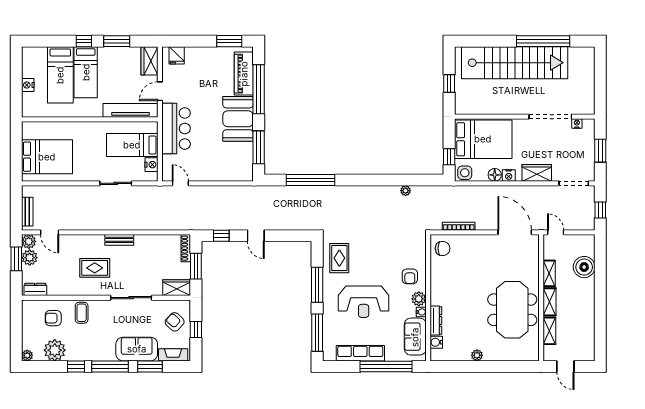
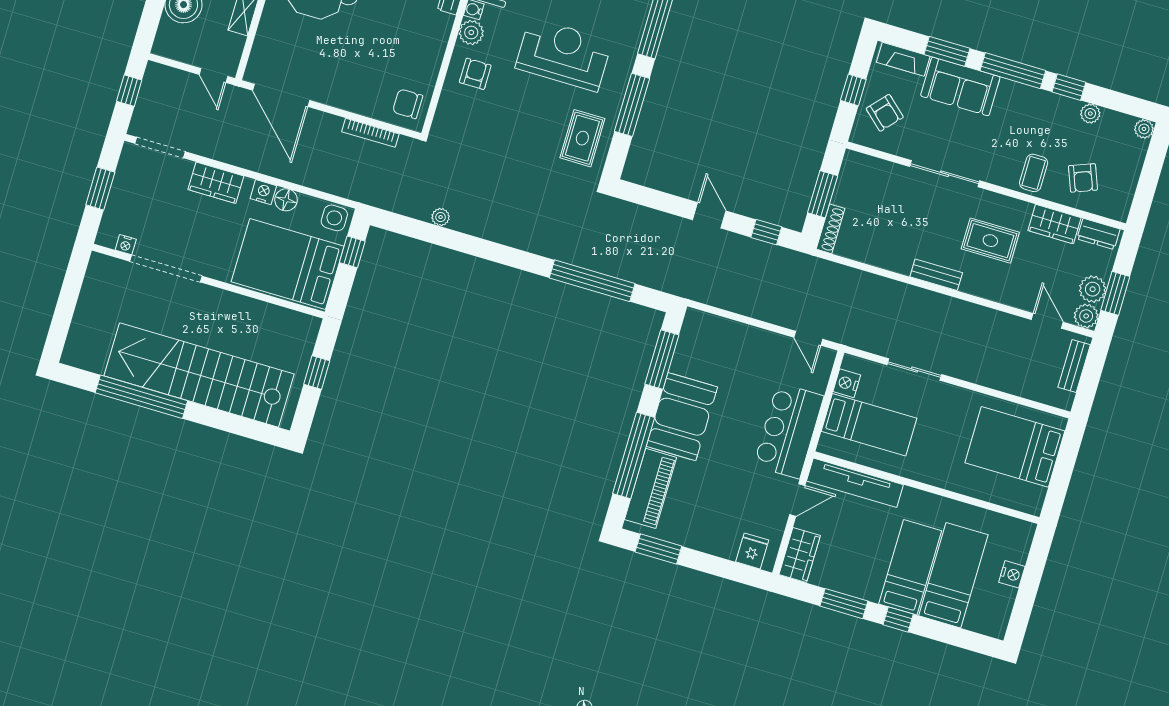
wardrobe: (177, 288) -> (1055, 224), moved
armchair: (53, 318) -> (1083, 178), turned 69
plant: (55, 350) -> (1090, 114), width x0.53, depth x0.53

